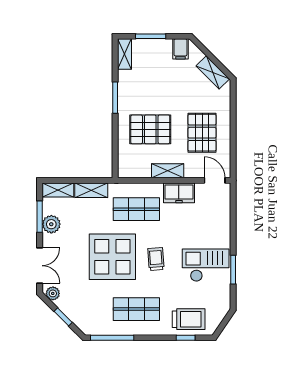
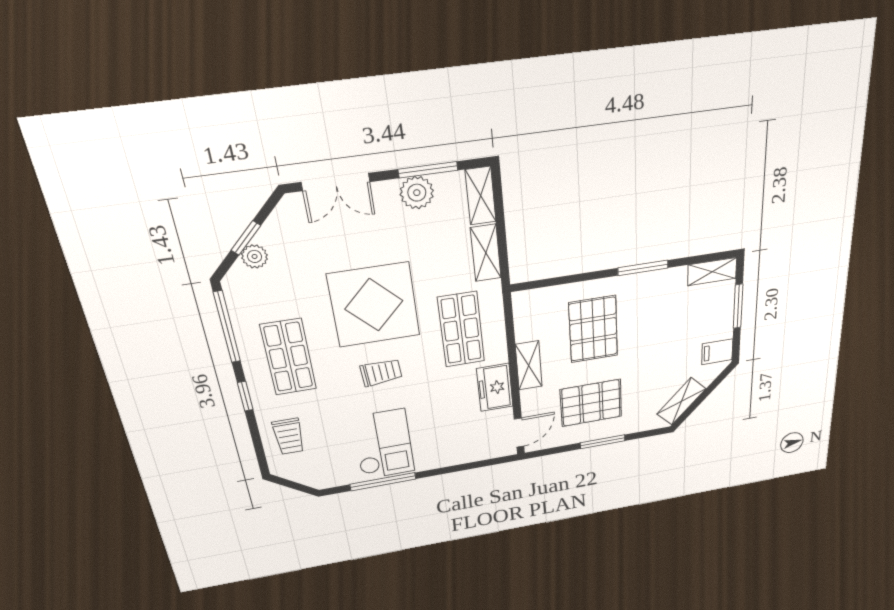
window: (233, 126) -> (603, 442), added
window: (233, 270) -> (383, 482), width x1.44
plant: (53, 293) -> (255, 256), moved
trolley: (189, 319) -> (289, 436), width x0.73, depth x0.72
window: (186, 338) -> (245, 396), moved

